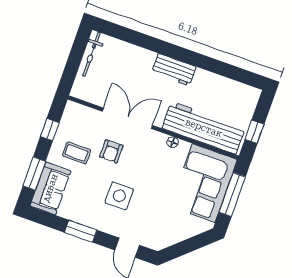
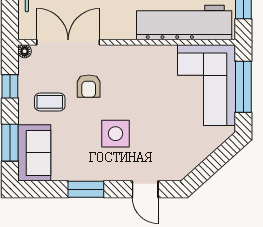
double door: (127, 118) -> (68, 42), moved
floor lamp: (173, 142) -> (25, 51), moved

